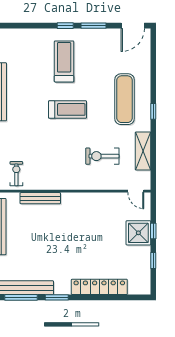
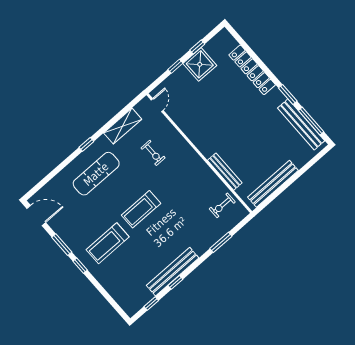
treadmill: (68, 109) -> (141, 209), turned -90
exercise bike: (102, 156) -> (153, 153), width x0.73, depth x0.72
shower: (138, 233) -> (200, 64), moved

